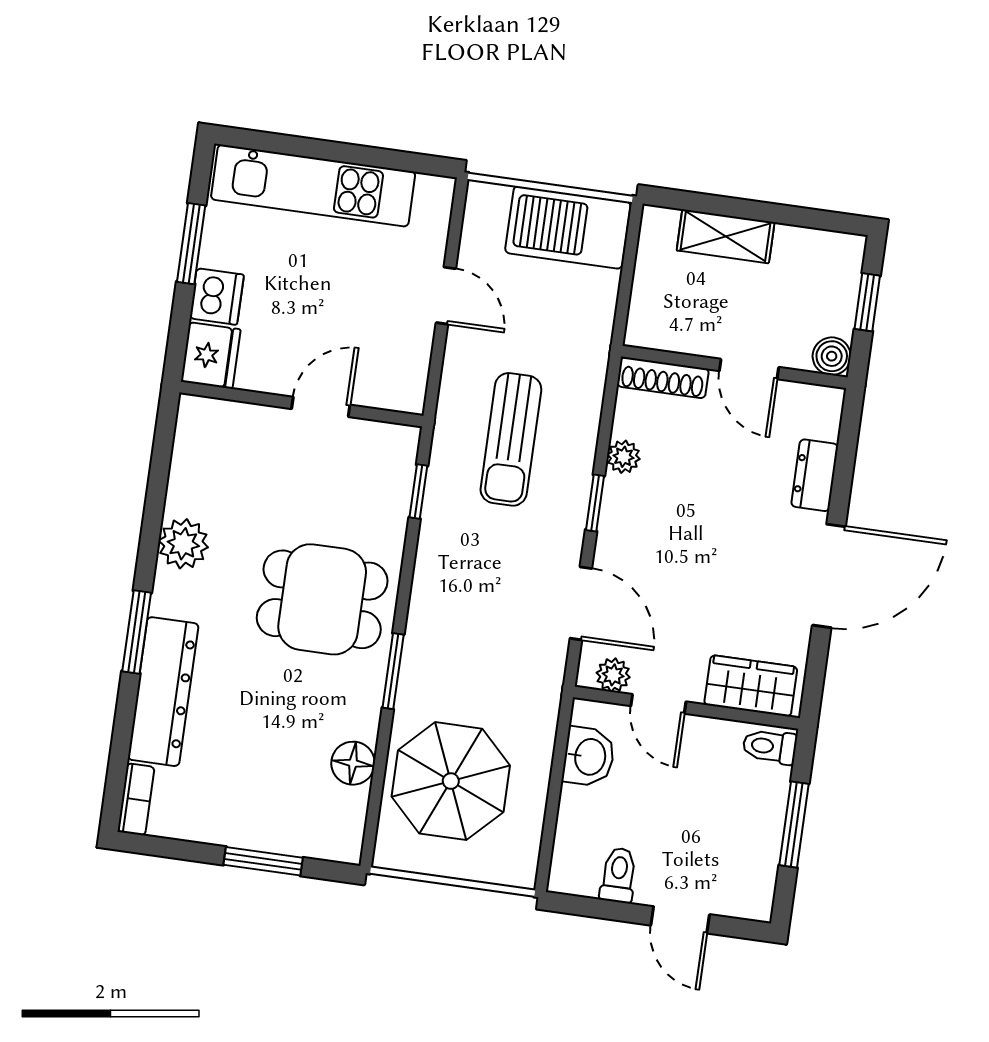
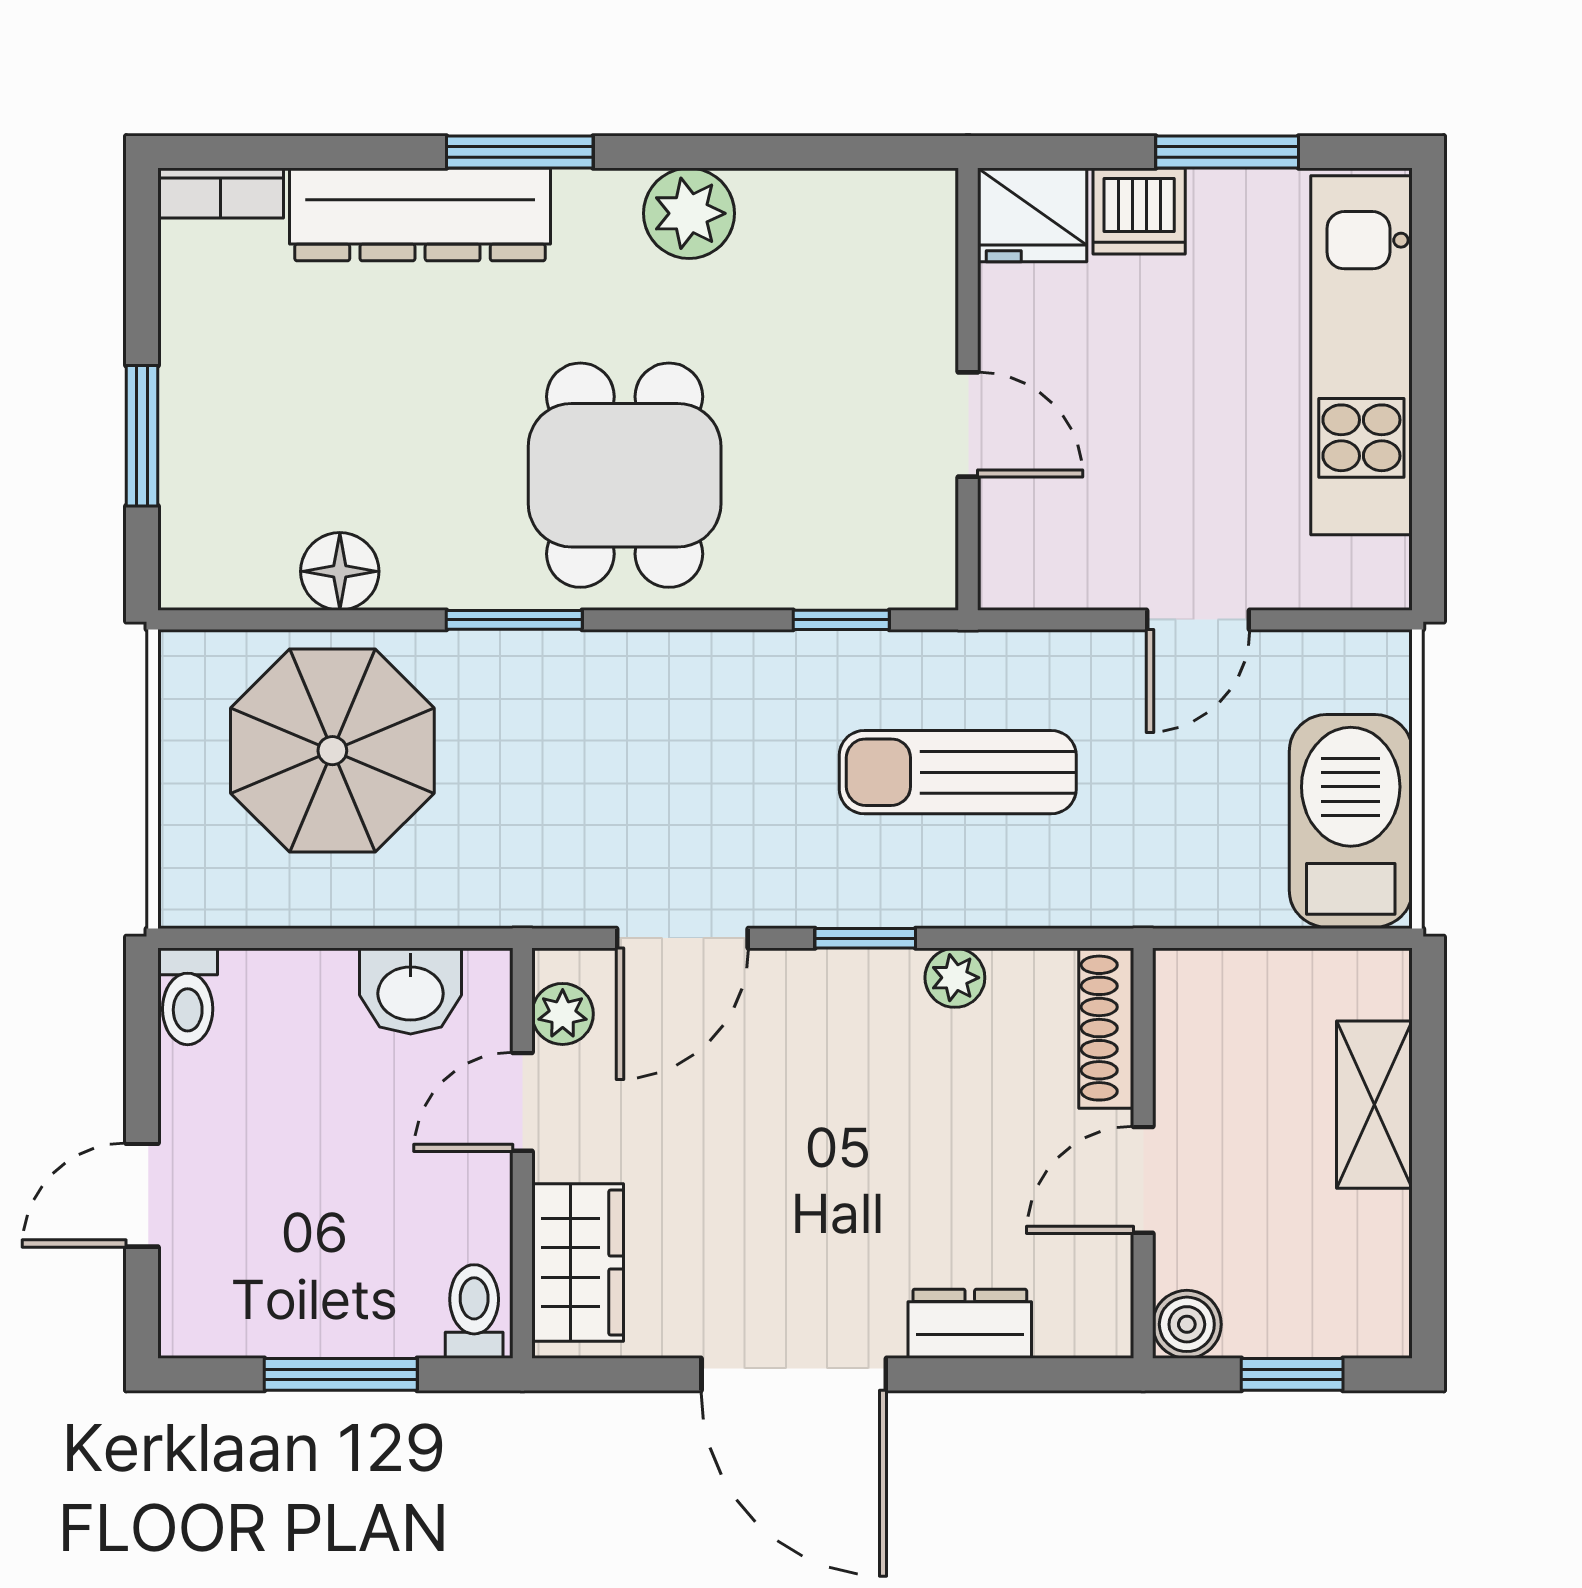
toilet: (618, 875) -> (188, 996), moved, turned 90

